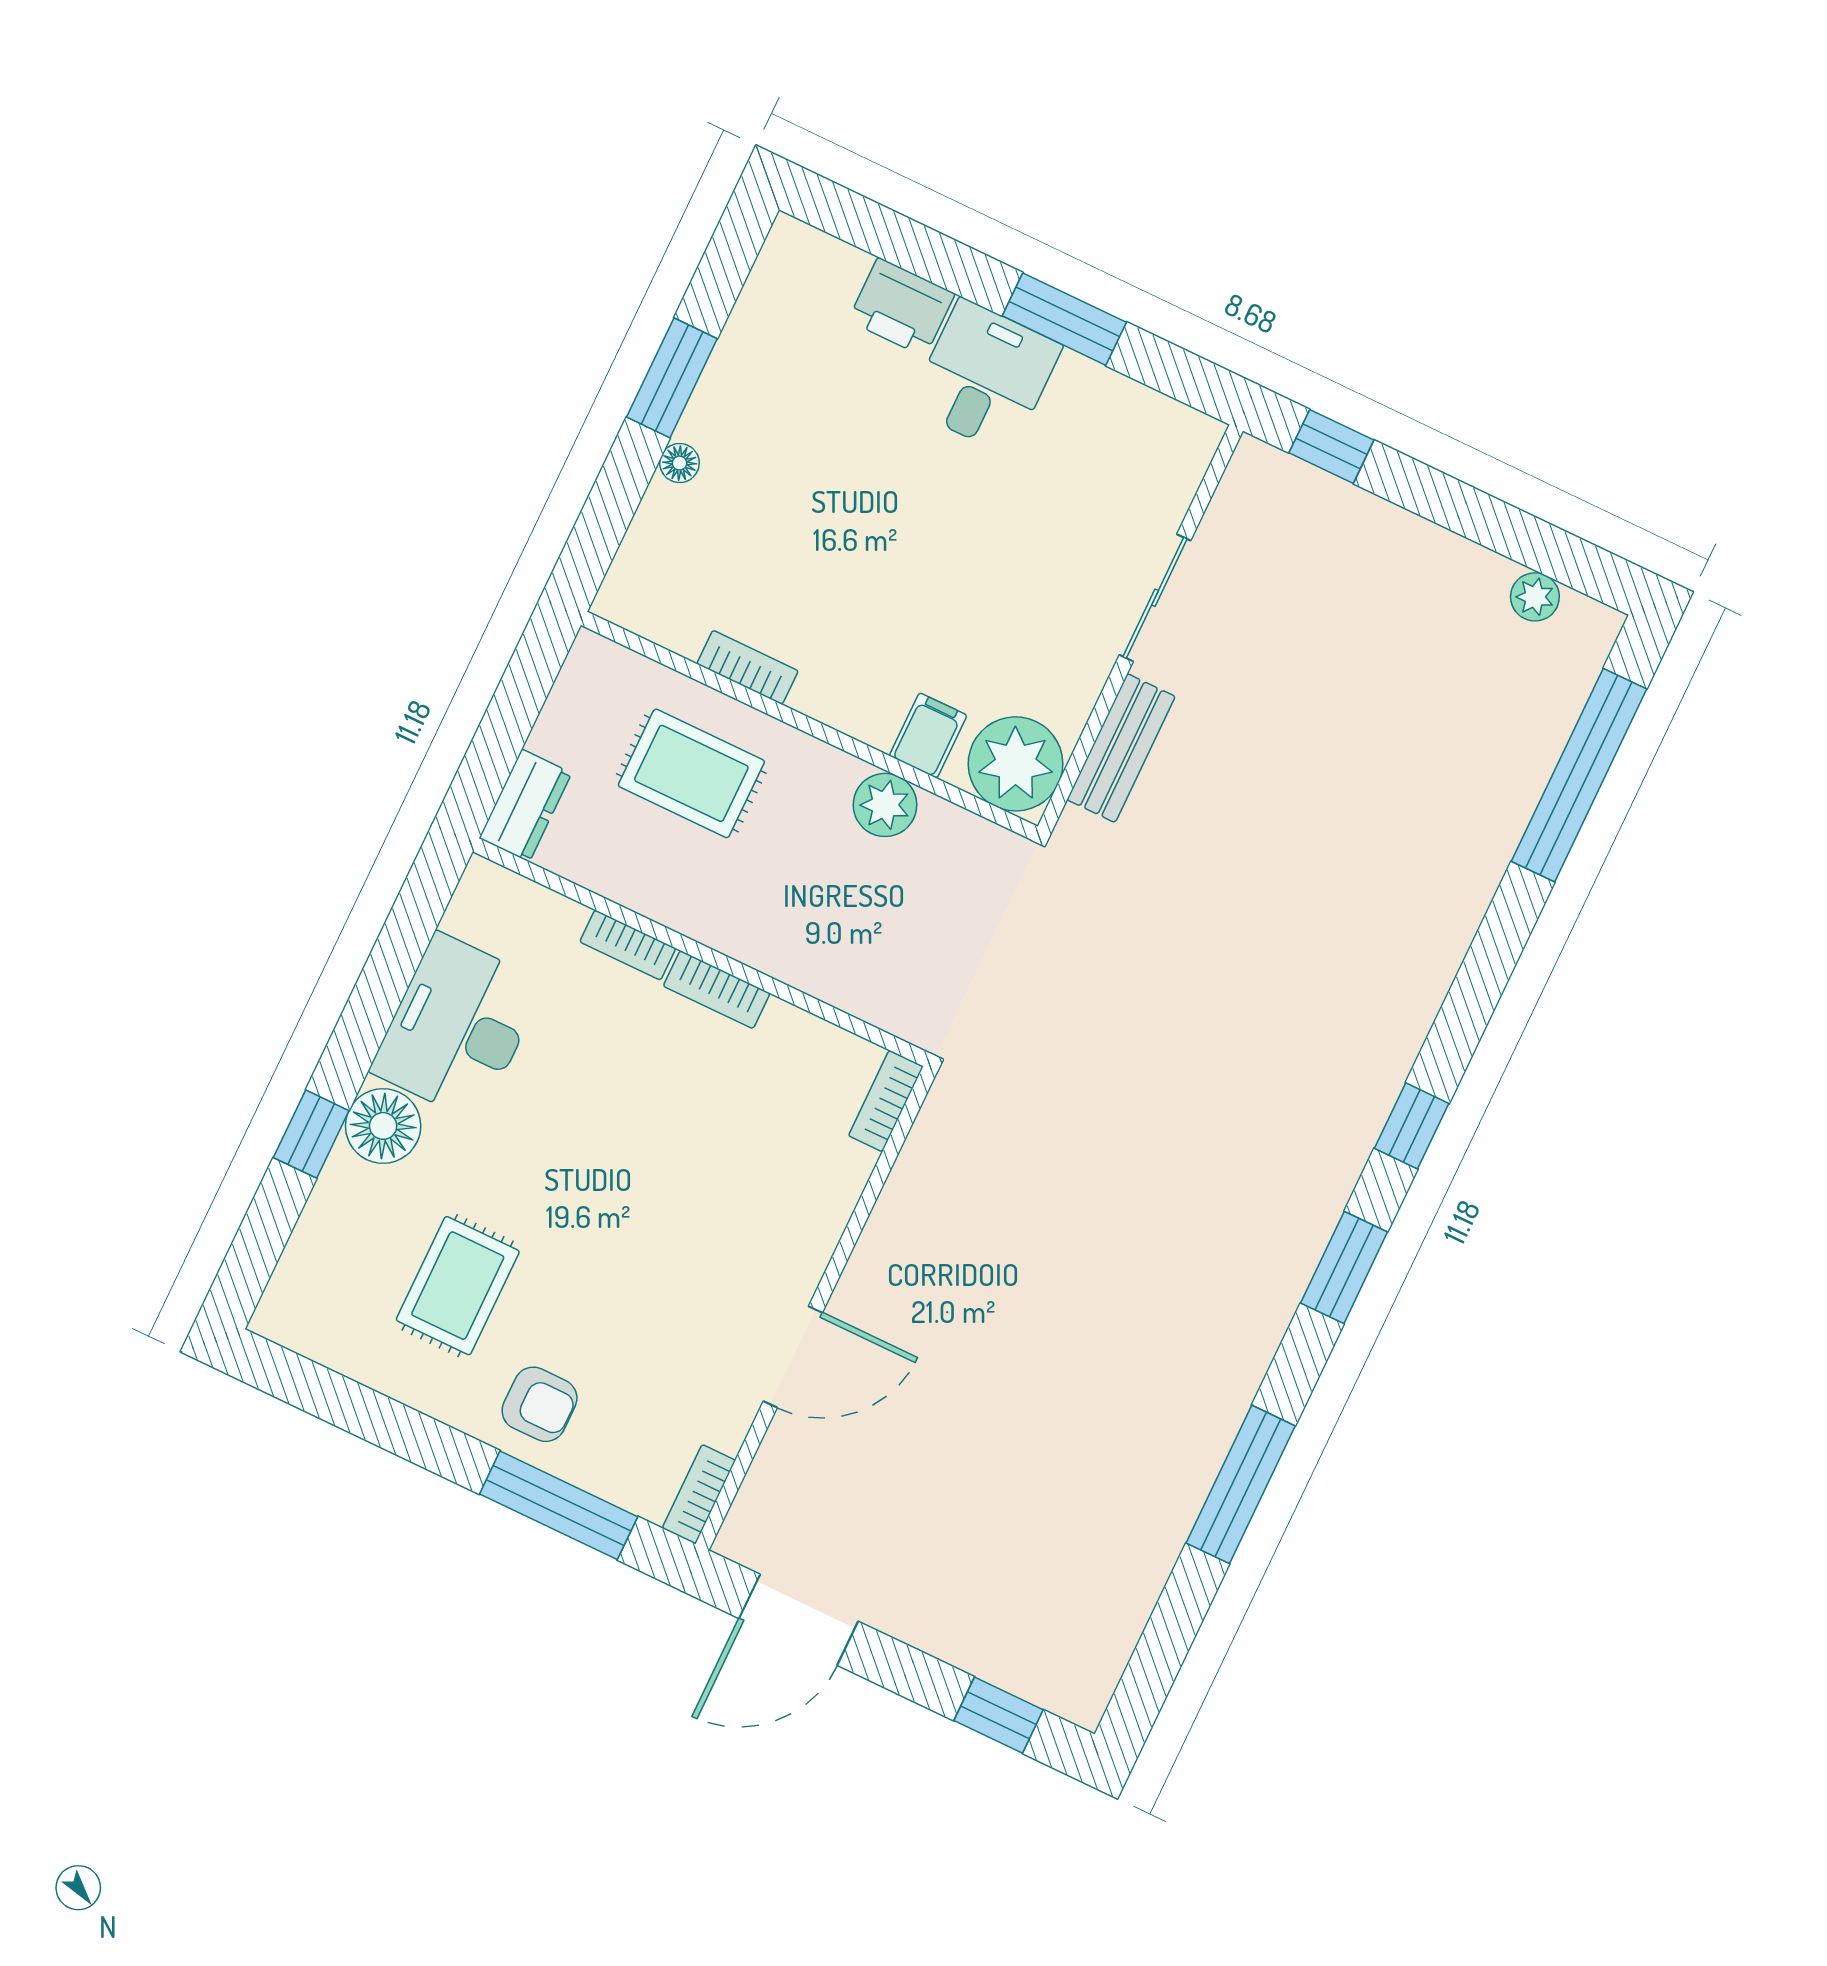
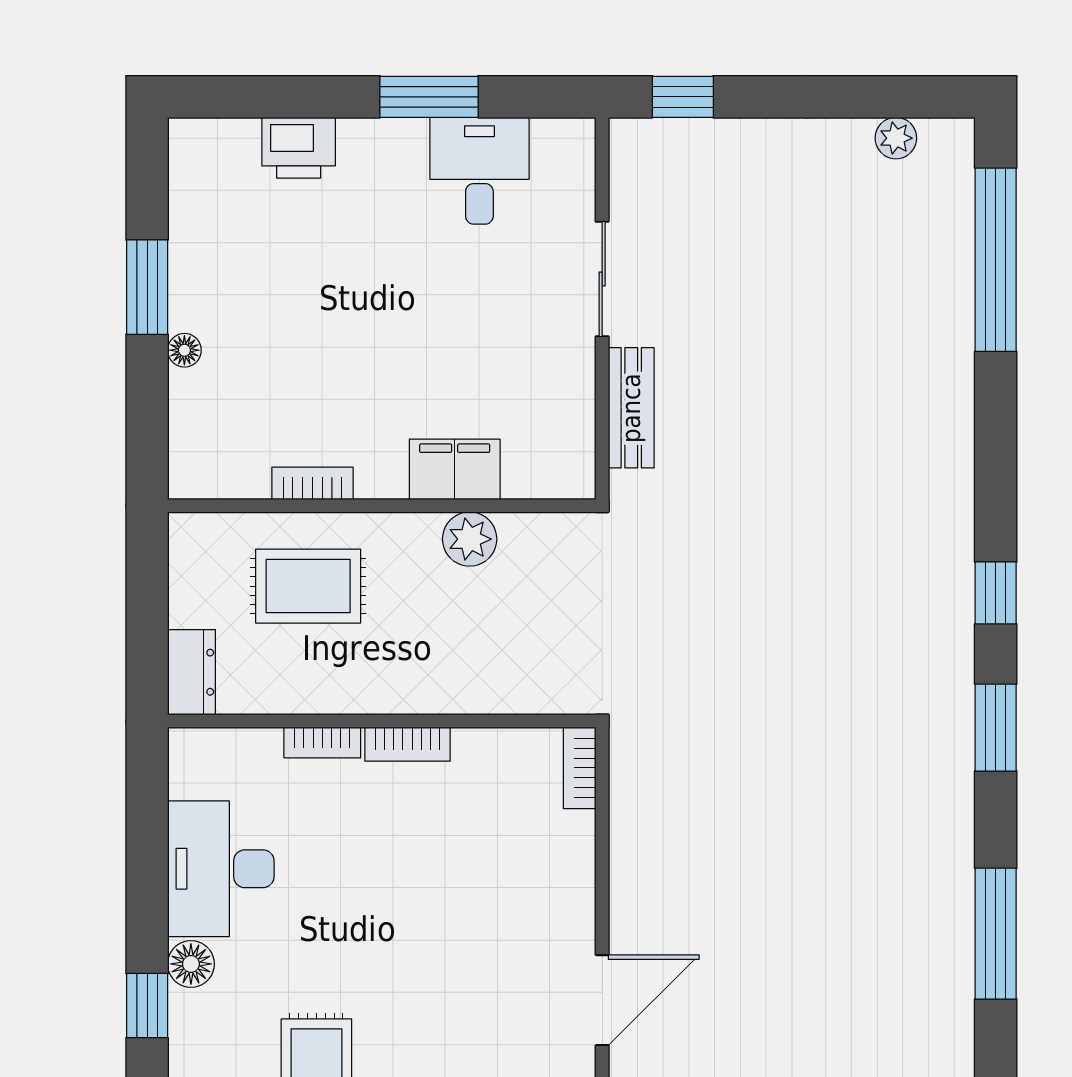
desk: (985, 377) -> (479, 171), moved
filing cabinet: (928, 735) -> (455, 469), width x2.00
plant: (1016, 764) -> (556, 459), removed
floor lamp: (383, 1126) -> (191, 964), width x0.73, depth x0.73

